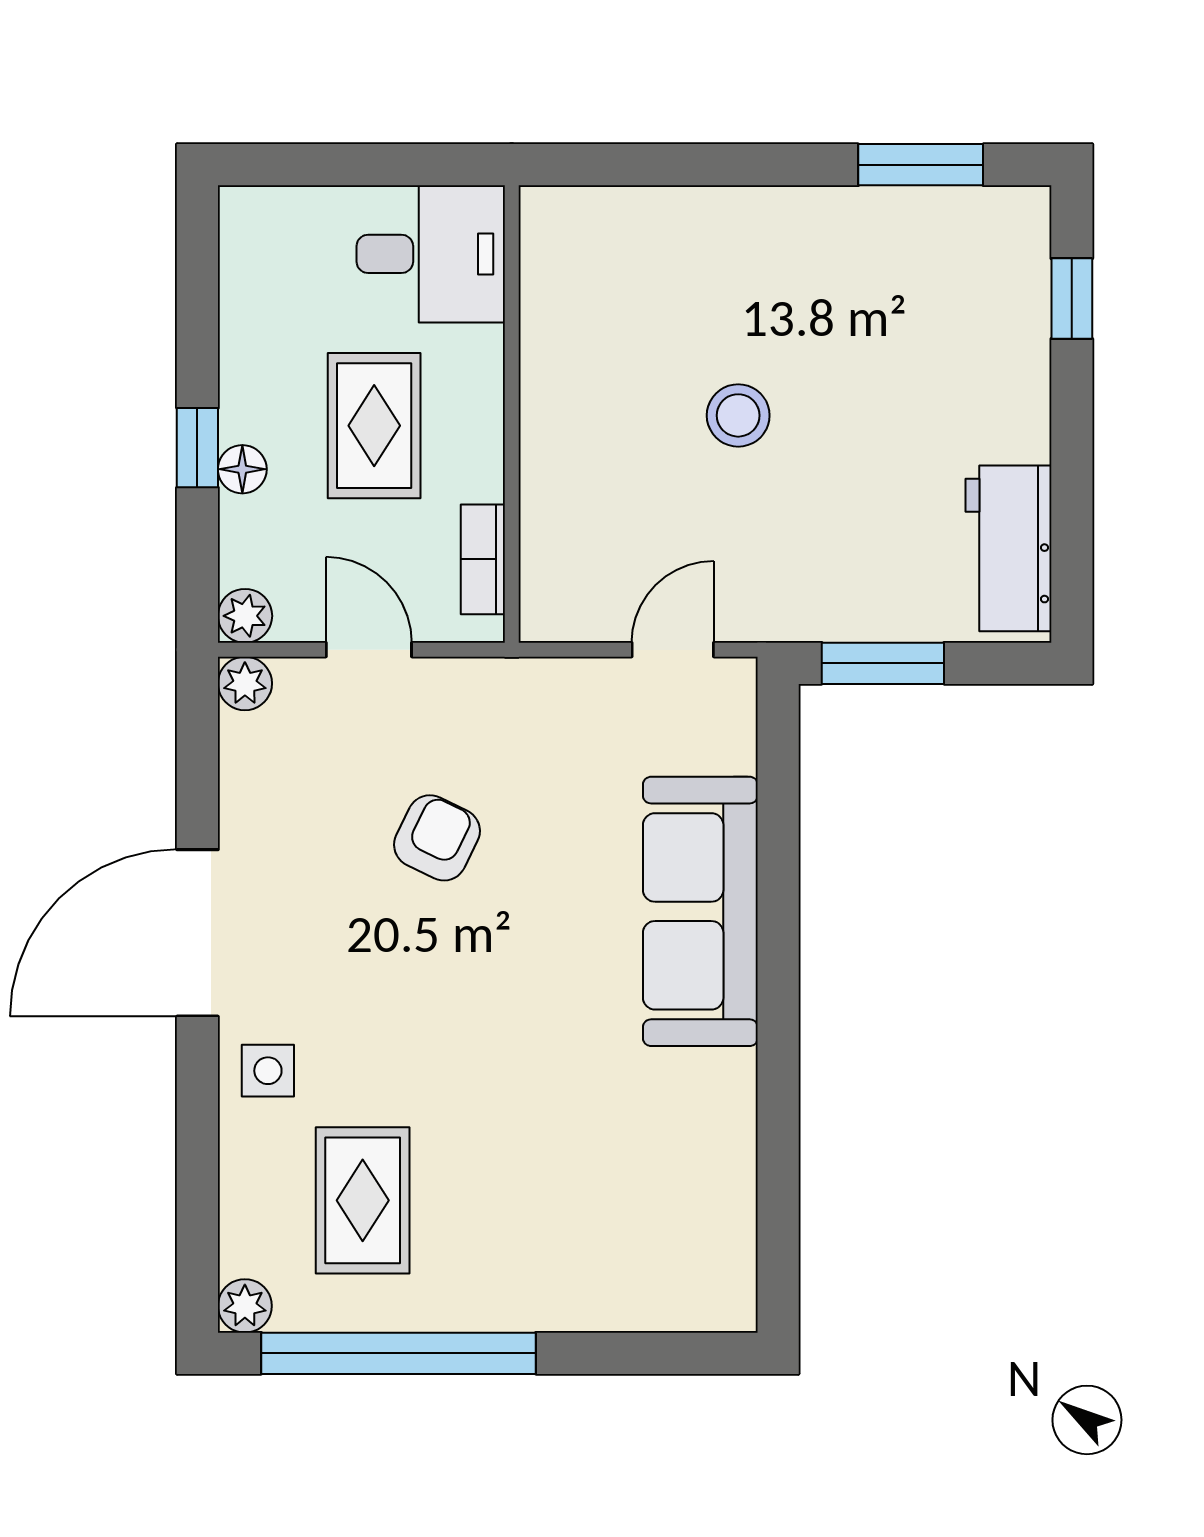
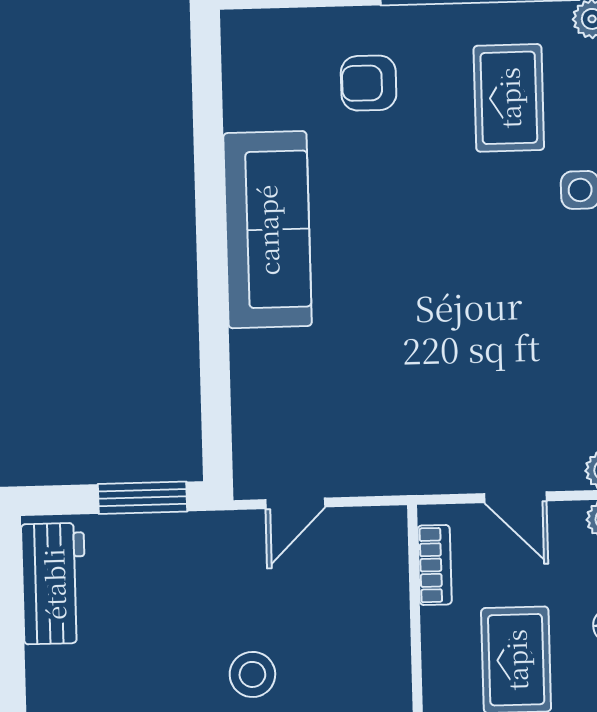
armchair: (437, 838) -> (369, 83), moved, turned 64
sofa: (700, 911) -> (267, 230), moved

